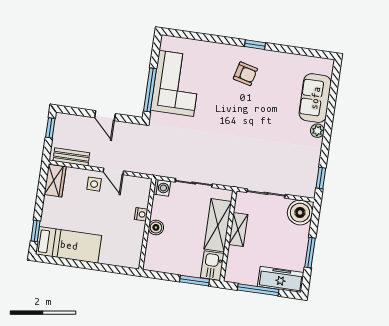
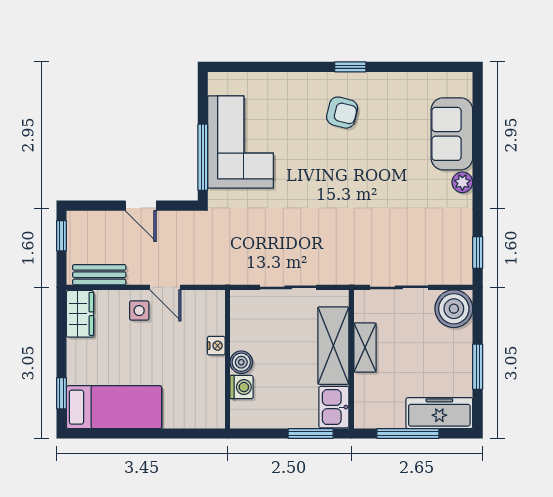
washing machine: (162, 188) -> (242, 387), moved

